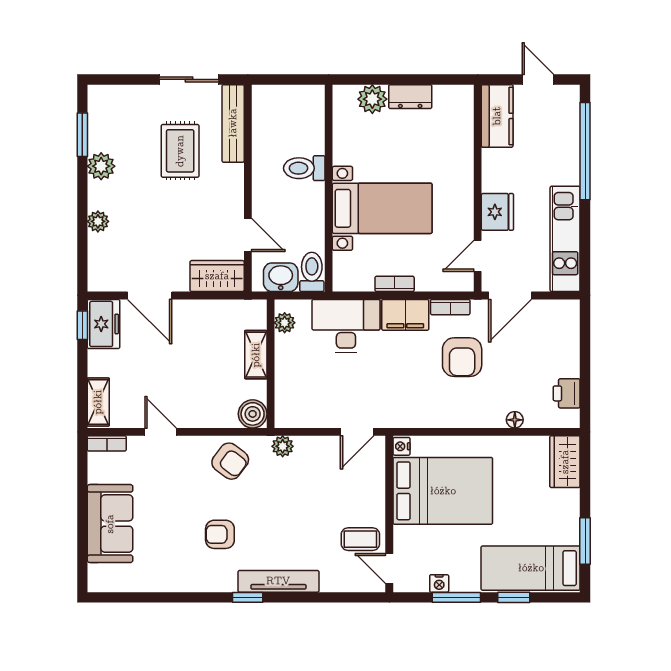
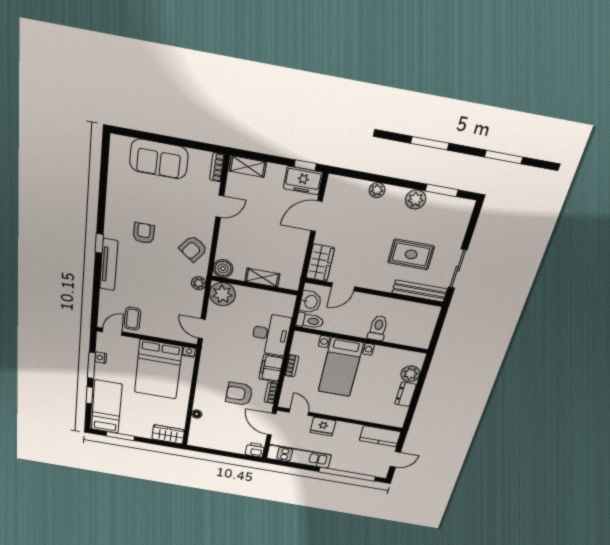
plant: (285, 323) -> (222, 294), moved, width x1.87, depth x1.87
printer: (567, 393) -> (255, 450), moved

